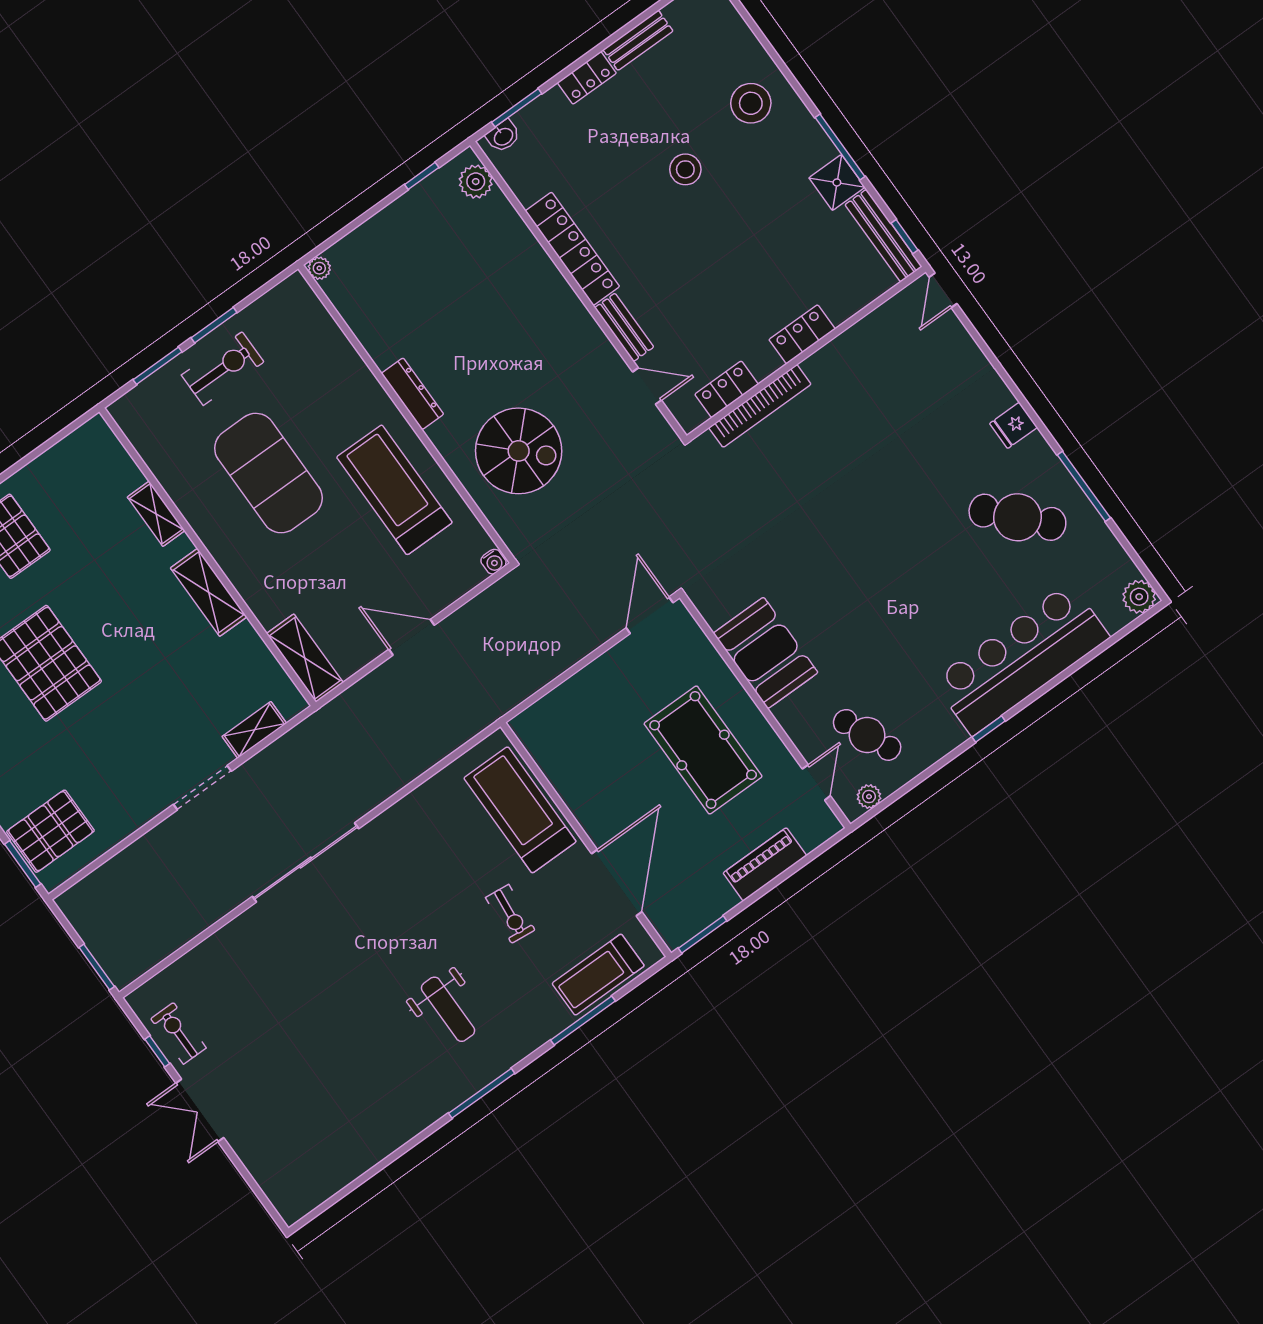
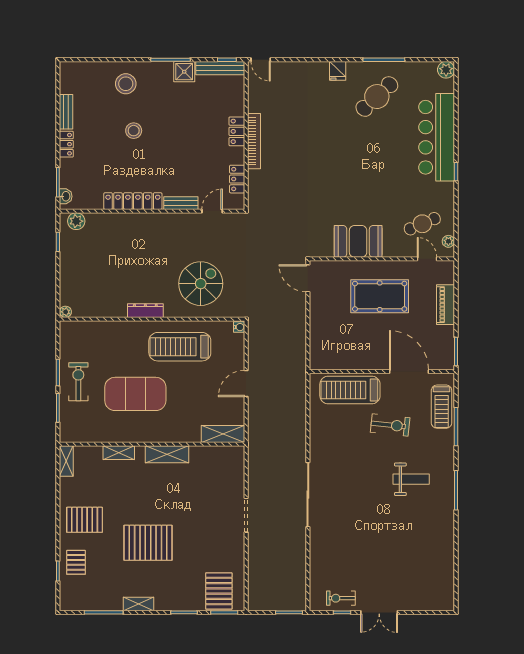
bookcase: (760, 406) -> (254, 141), moved
shelving: (254, 730) -> (66, 461), moved
exercise bike: (510, 914) -> (390, 425), width x1.38, depth x1.39

